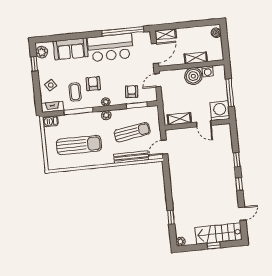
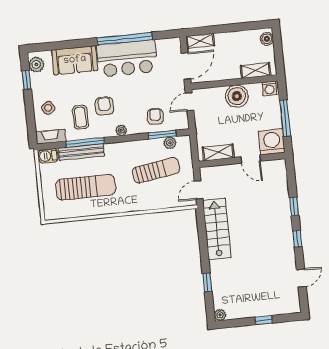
window: (123, 31) -> (125, 39), moved
shelving: (196, 58) -> (256, 70), moved
washing machine: (208, 71) -> (269, 88), moved
plant: (106, 115) -> (170, 143), moved
bench: (131, 157) -> (81, 152), moved
stairs: (219, 234) -> (217, 229), moved, turned 90

